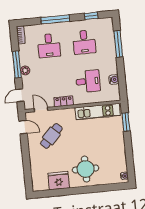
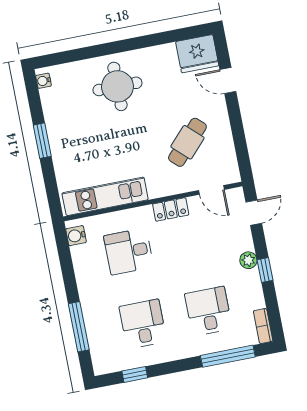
window: (55, 19) -> (228, 356), moved
window: (17, 64) -> (265, 270), width x0.46
water cooler: (114, 79) -> (76, 236), moved
window: (126, 122) -> (42, 141), moved
door: (23, 127) -> (228, 80), moved
fridge: (59, 181) -> (197, 54), moved

